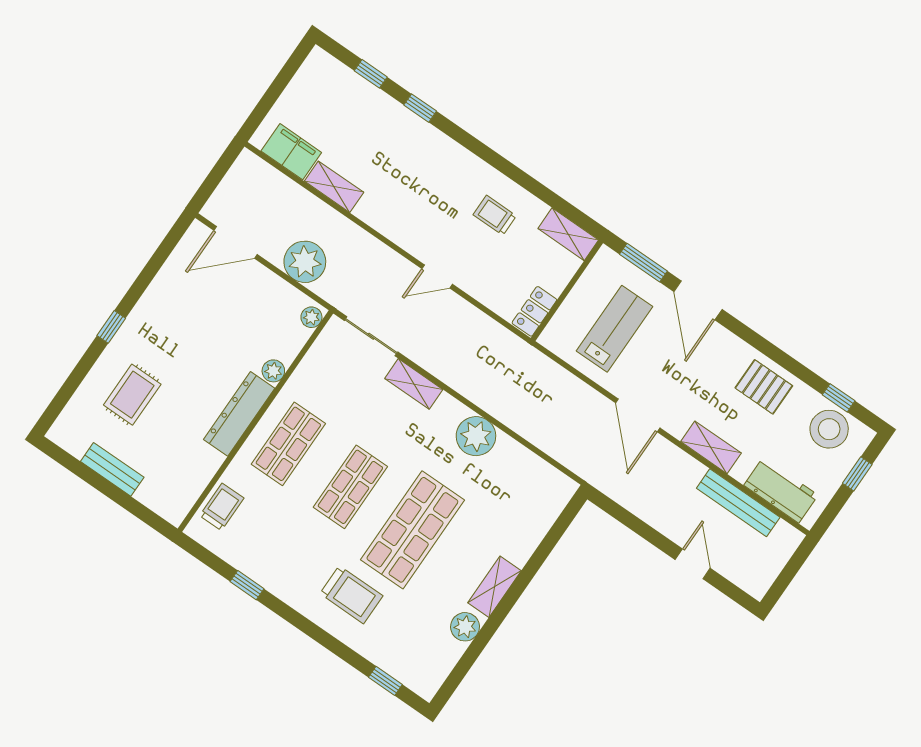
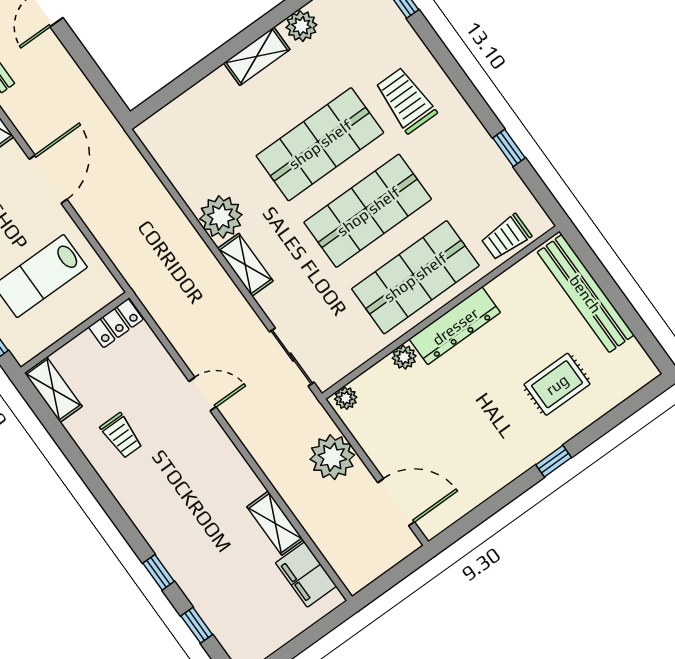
shelving: (414, 384) -> (245, 265), moved
shop shelf: (288, 444) -> (415, 277), width x1.43, depth x1.36
bench: (112, 469) -> (586, 294), width x1.86, depth x1.21
shop shelf: (350, 487) -> (368, 211), width x1.43, depth x1.36

